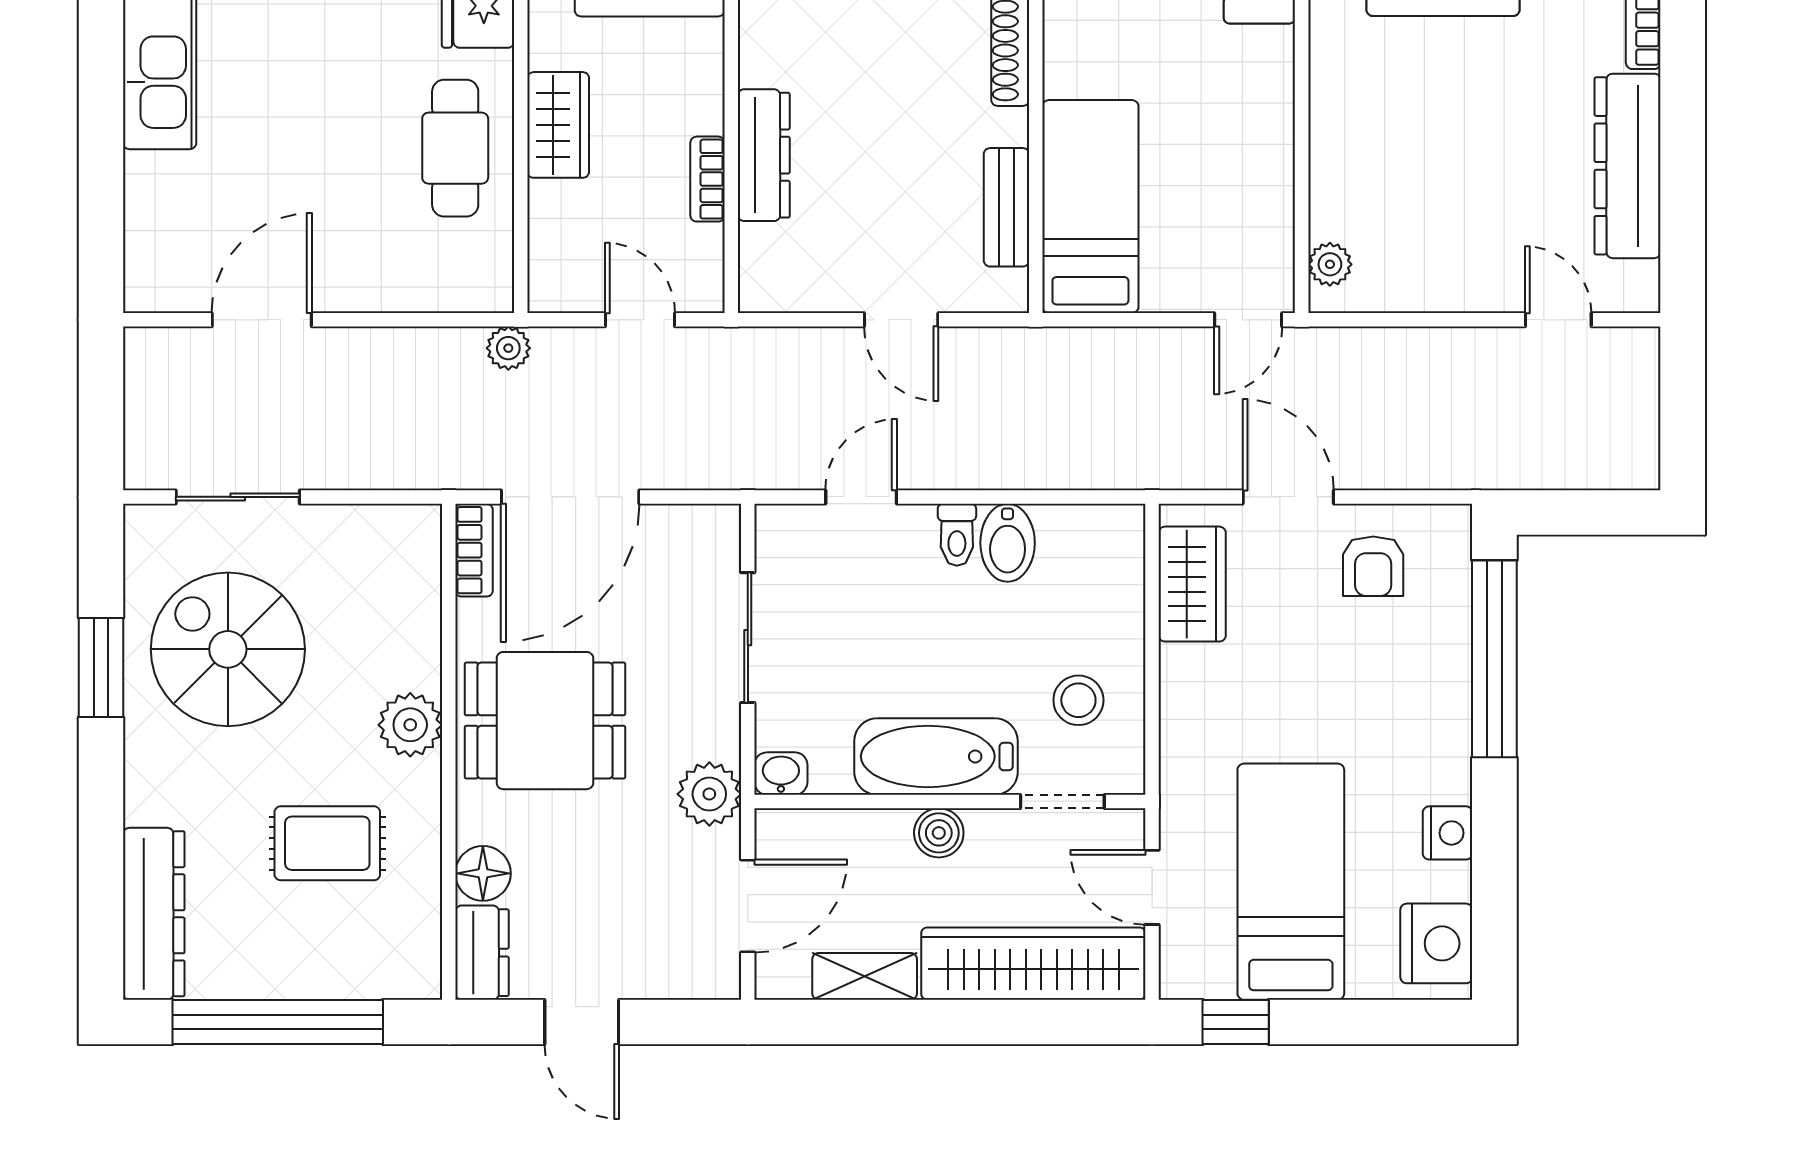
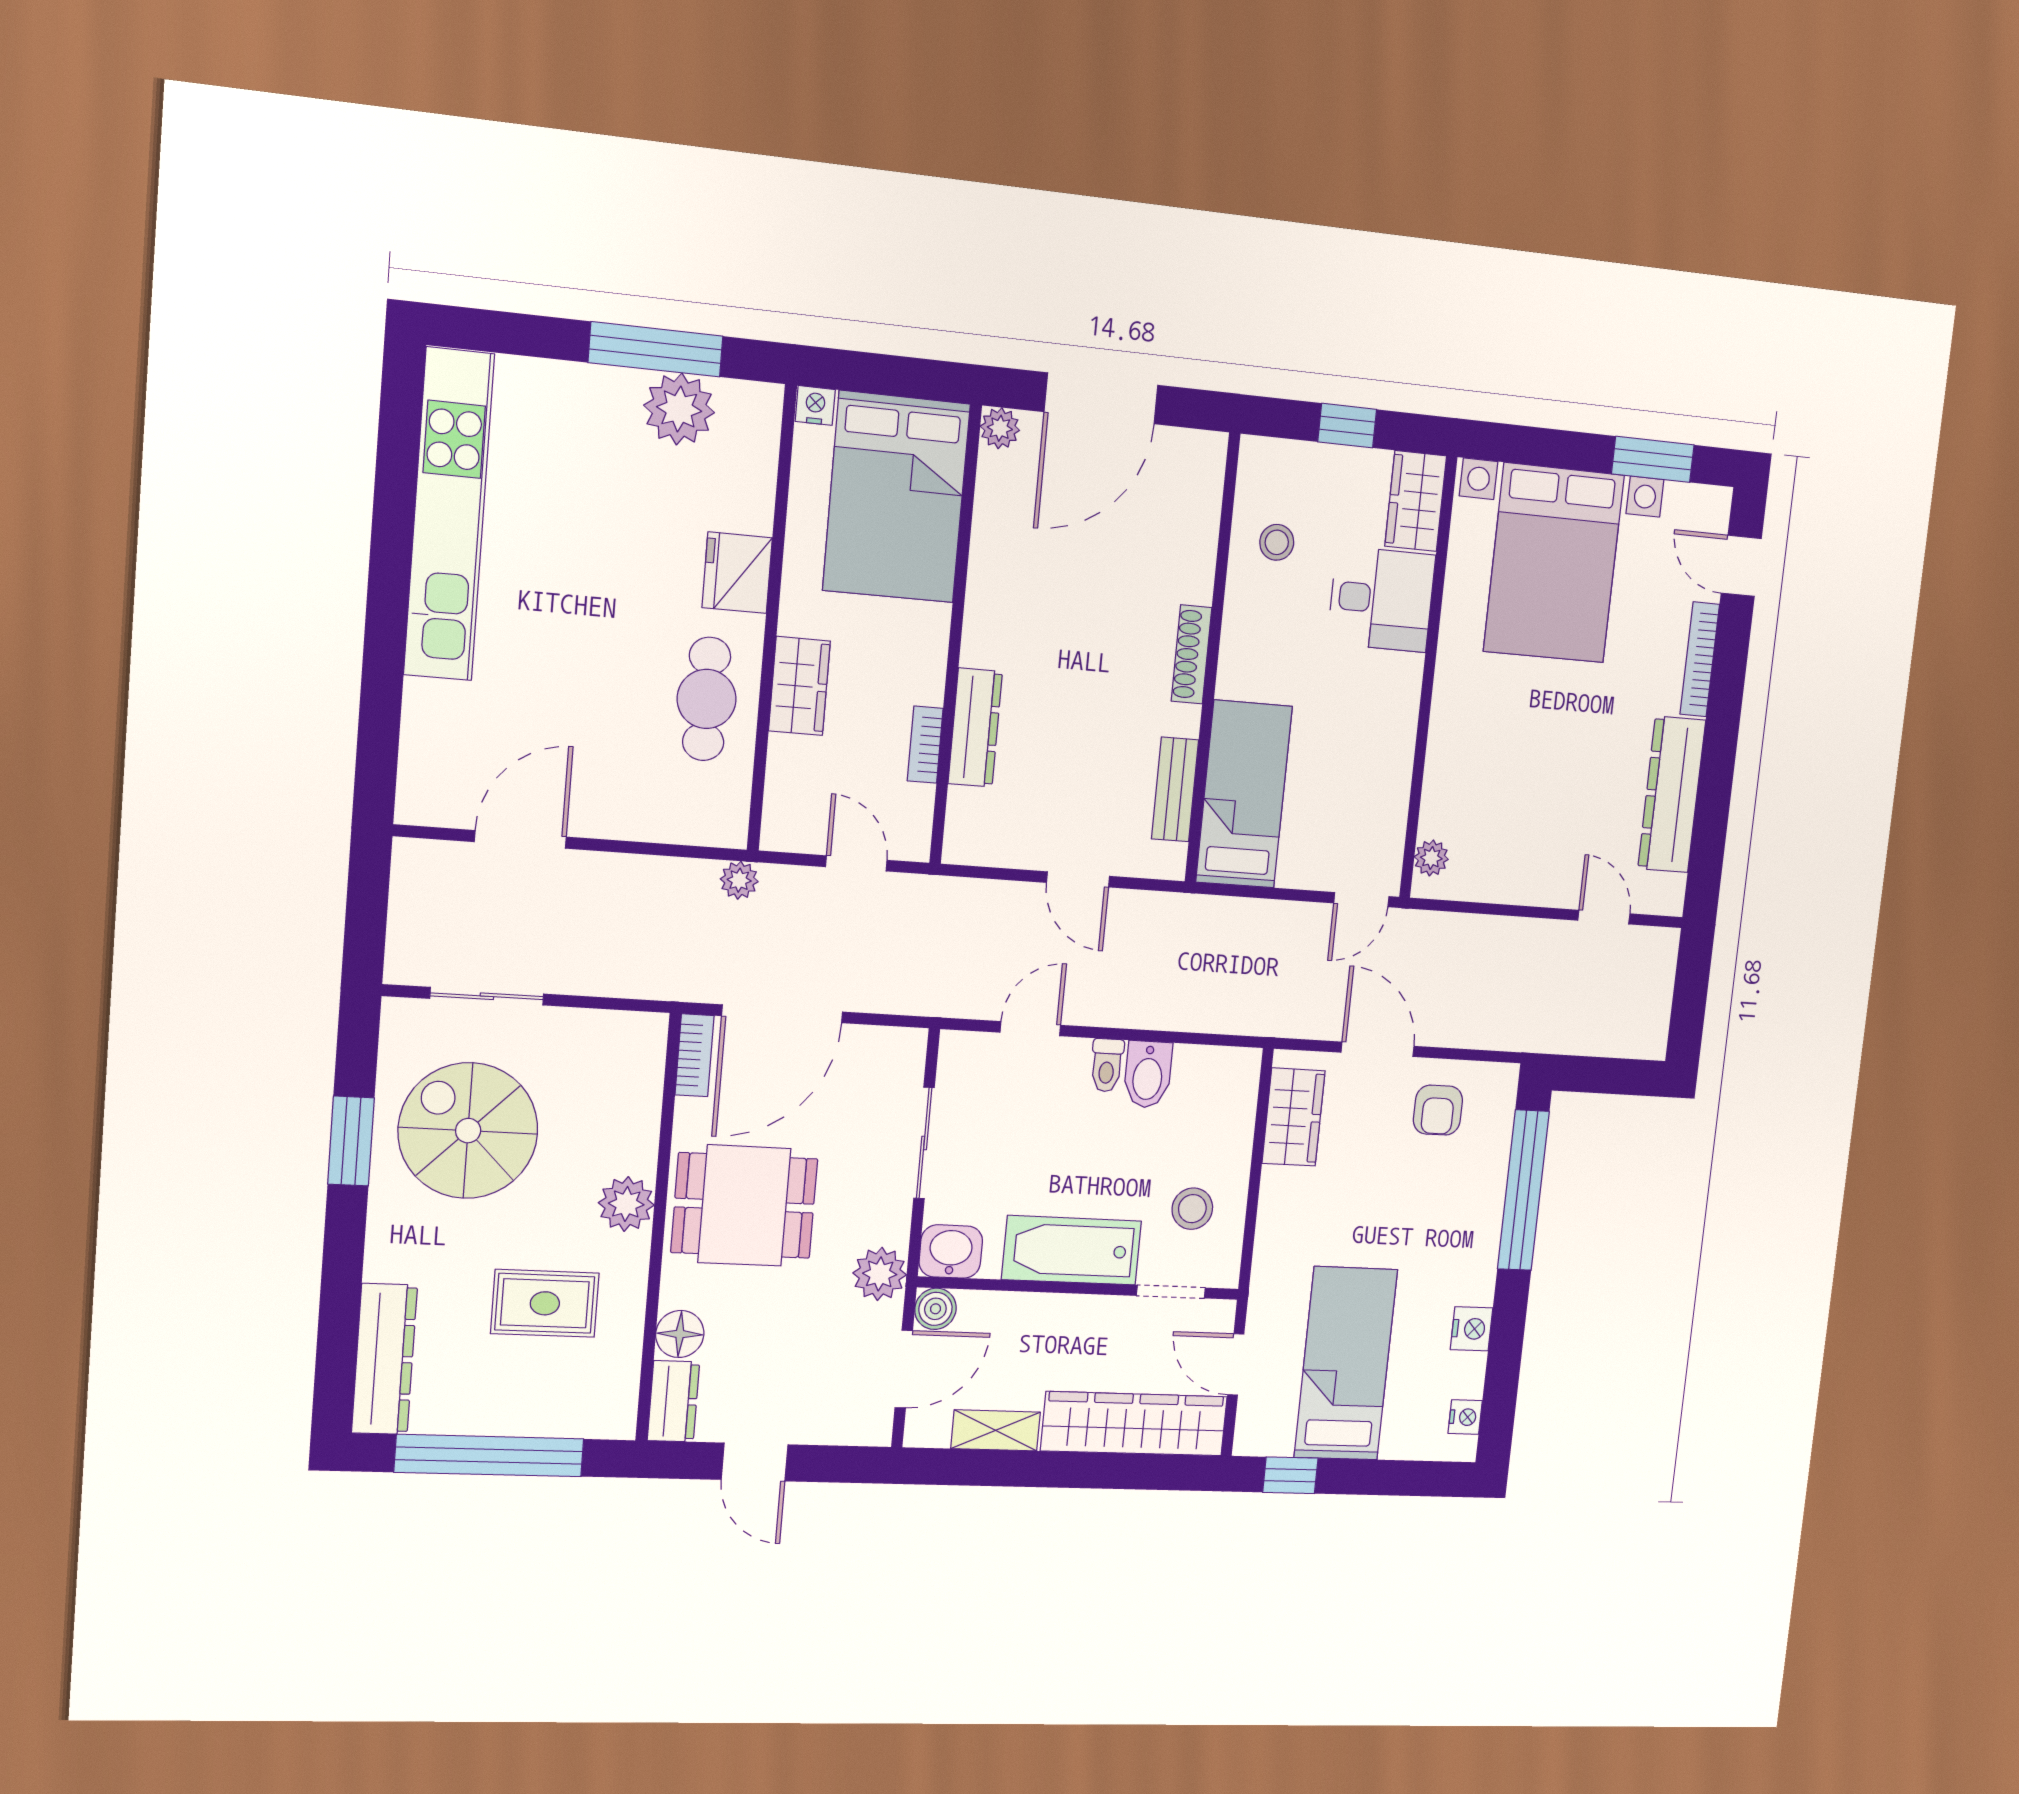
washbasin: (781, 774) -> (951, 1251), width x1.38, depth x1.45
boiler: (939, 833) -> (935, 1309), moved
nightstand: (1436, 943) -> (1465, 1417), width x0.53, depth x0.56

